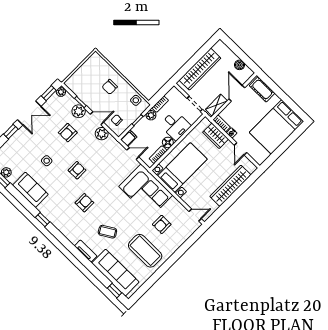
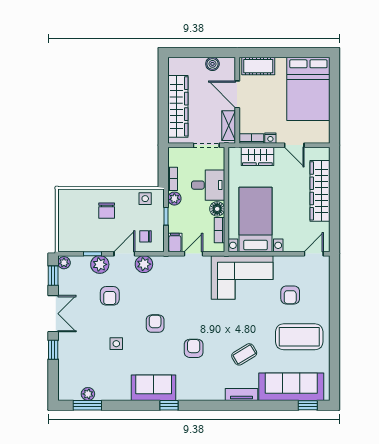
sofa: (30, 190) -> (154, 388), moved

